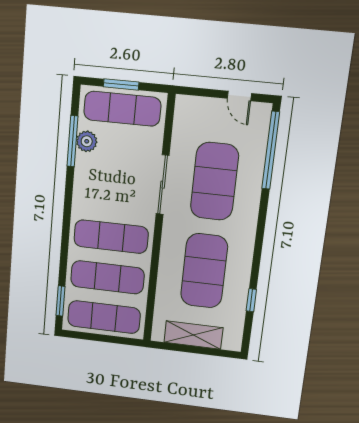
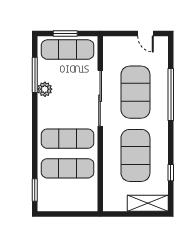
plant: (87, 141) -> (45, 89), moved
window: (271, 150) -> (171, 94), moved
sliding door: (163, 185) -> (100, 98), width x1.36
exercise mat: (104, 317) -> (68, 198), removed
shelving: (193, 335) -> (148, 203), moved

